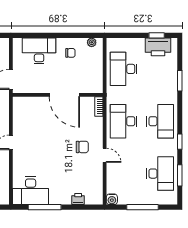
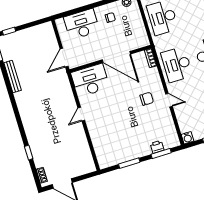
desk: (31, 191) -> (90, 80), moved, turned 180
window: (45, 207) -> (129, 163), width x0.69
window: (80, 207) -> (161, 153), added

